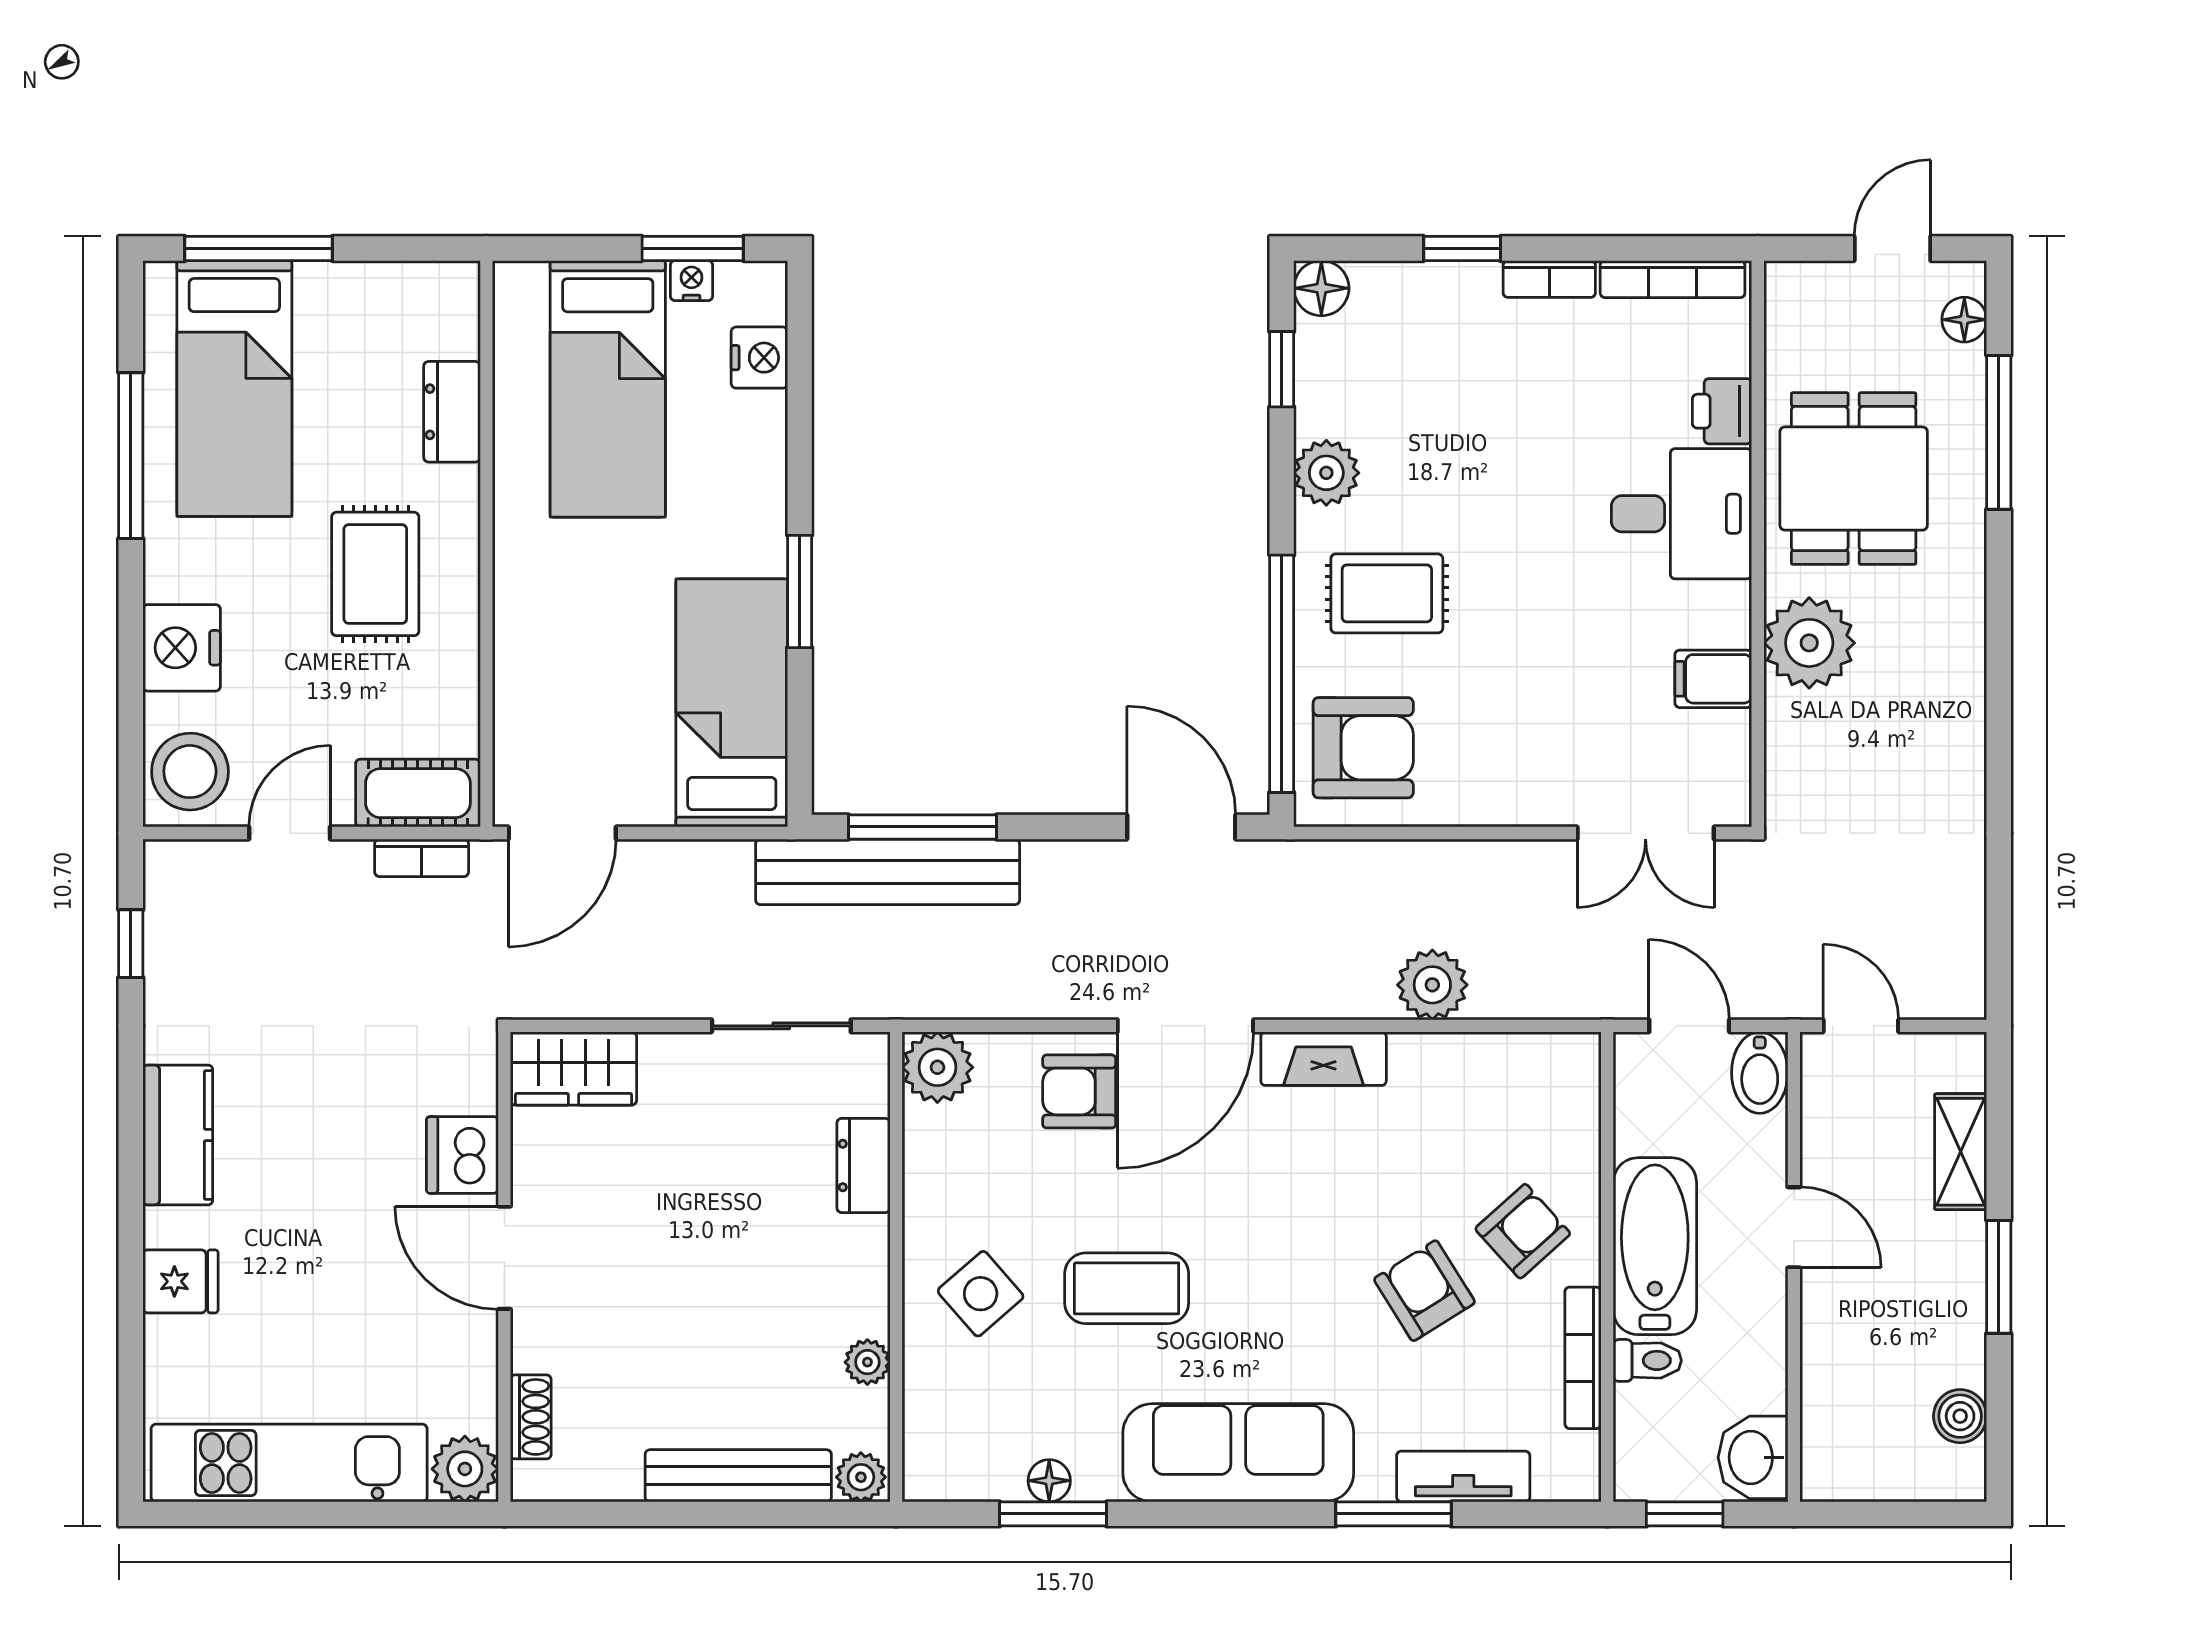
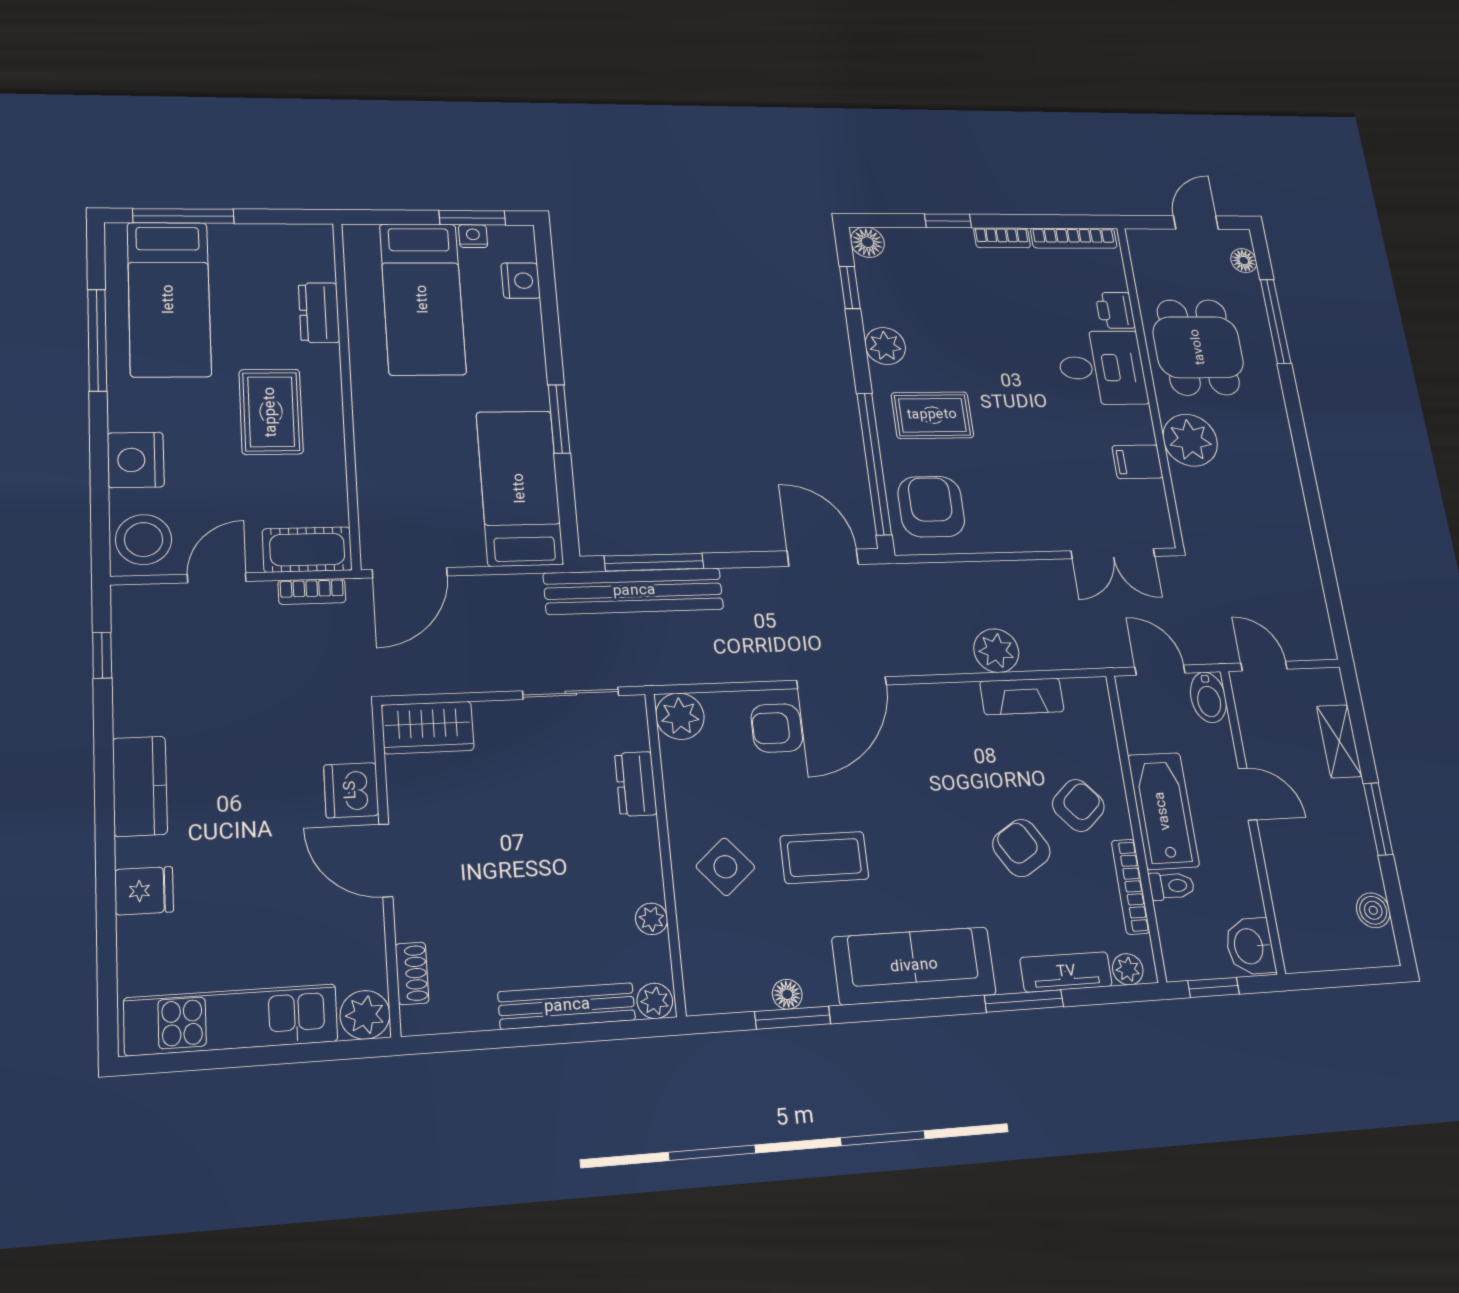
armchair: (1363, 748) -> (931, 507), turned -90
fireplace: (1324, 1059) -> (1022, 696), moved
plant: (1558, 1479) -> (1128, 969), added

